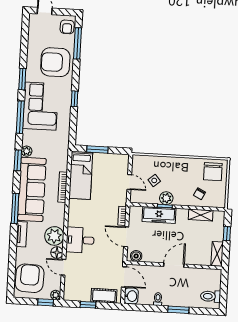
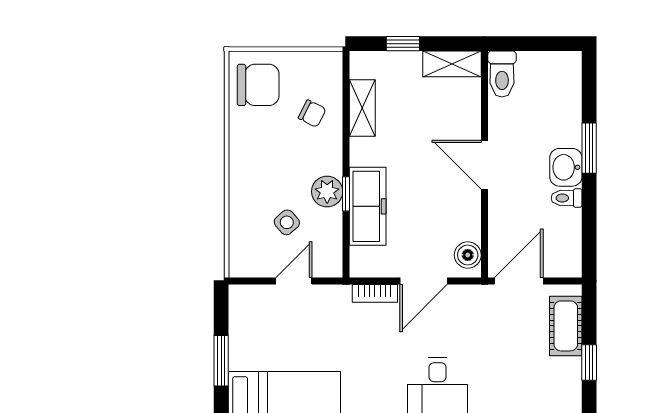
washbasin: (131, 296) -> (566, 167), moved, turned -90
toilet: (211, 296) -> (502, 74), moved

